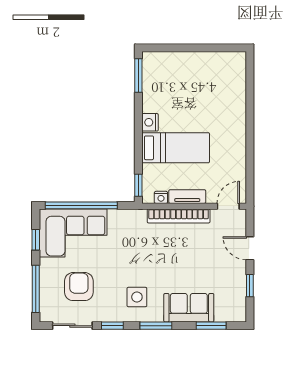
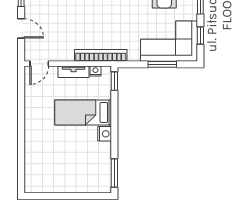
window: (81, 205) -> (162, 64), width x0.47
bookcase: (179, 216) -> (101, 55), moved

